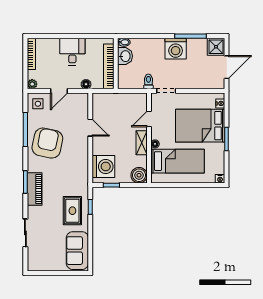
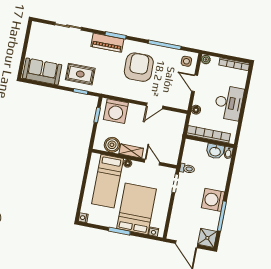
desk: (72, 52) -> (229, 103), width x1.37
armchair: (47, 143) -> (139, 67), moved, turned -103
boiler: (139, 175) -> (112, 145), moved

